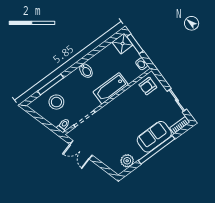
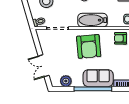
armchair: (125, 114) -> (89, 46), added
double door: (81, 150) -> (44, 66), moved

